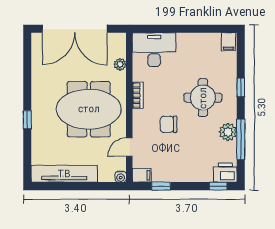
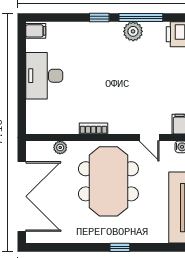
desk: (154, 50) -> (44, 76), moved
window: (241, 87) -> (99, 17), moved
round table: (203, 98) -> (96, 58), removed
chair: (169, 124) -> (125, 95), removed

